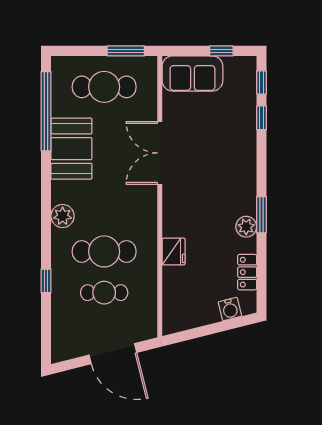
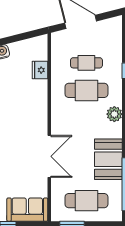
fridge: (174, 252) -> (40, 70), moved

